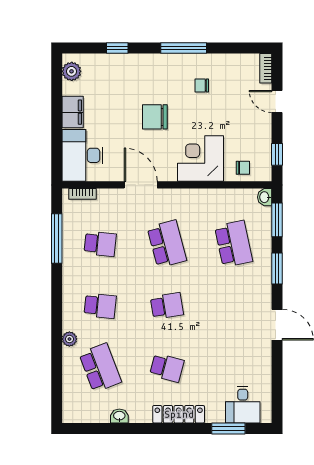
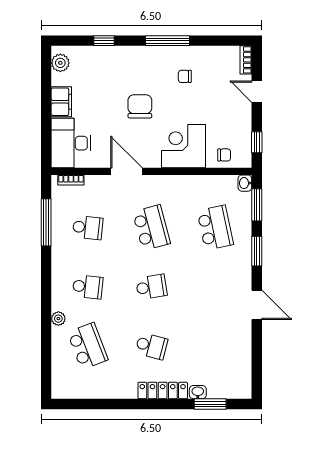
chair: (155, 117) -> (140, 106), turned 90
desk: (243, 405) -> (224, 381), removed
washbasin: (119, 416) -> (198, 392), moved

